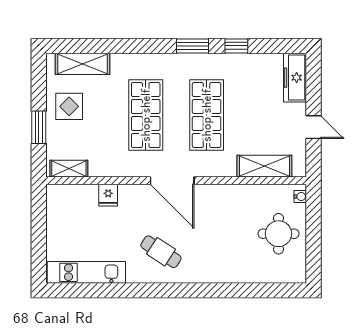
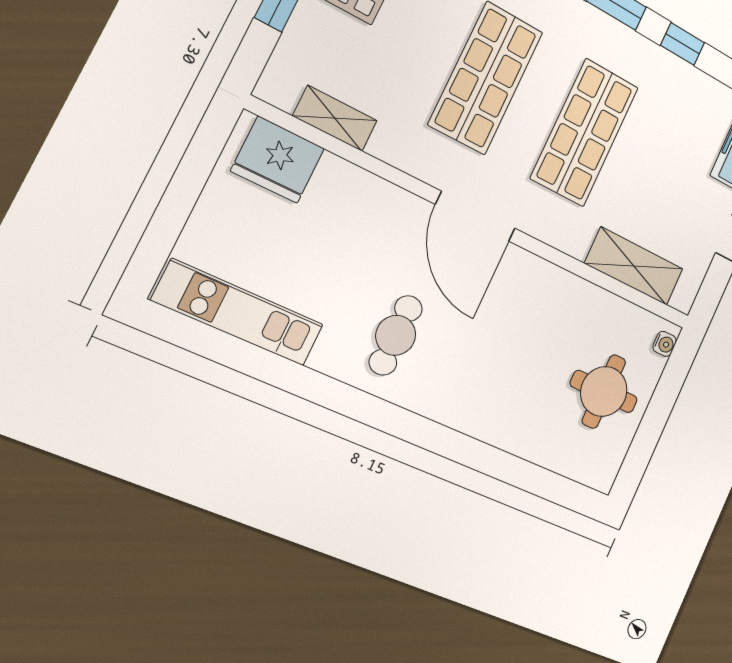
shelving: (69, 169) -> (335, 118), moved
fridge: (108, 195) -> (278, 160), moved, width x1.88, depth x1.34
cafe table: (161, 252) -> (396, 335), turned 57

